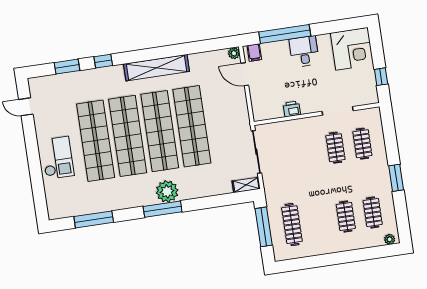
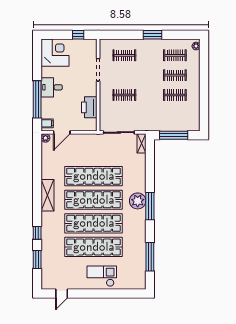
shelving: (156, 68) -> (48, 195), width x0.68
printer: (292, 109) -> (89, 107), width x1.87, depth x1.48
clothes rail: (335, 148) -> (124, 95), moved
clothes rail: (292, 225) -> (175, 95), moved, width x0.73

